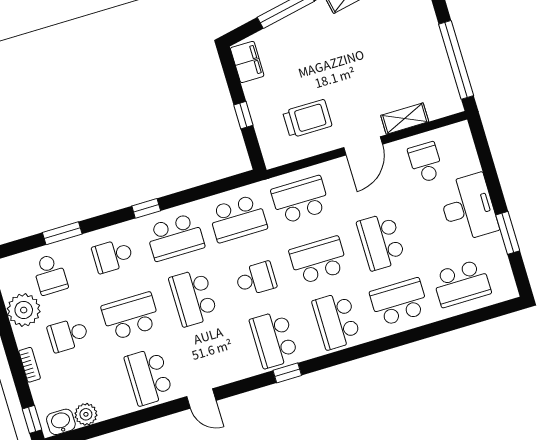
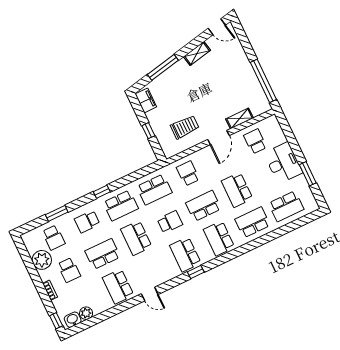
school desk: (300, 200) -> (188, 173), width x0.54
school desk: (68, 335) -> (69, 270), turned -90

